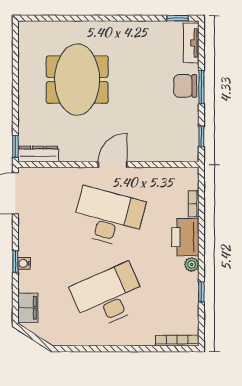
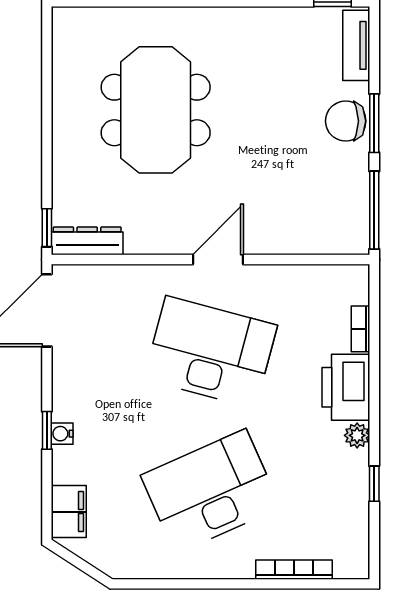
window: (201, 136) -> (374, 210), width x2.17
bookcase: (177, 341) -> (294, 570), moved

